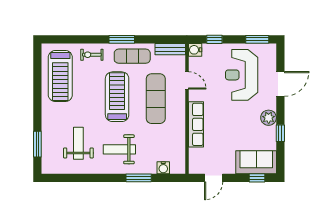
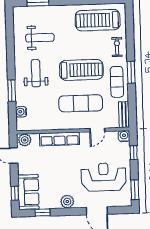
window: (280, 133) -> (43, 213), moved
plant: (196, 165) -> (25, 140), added

